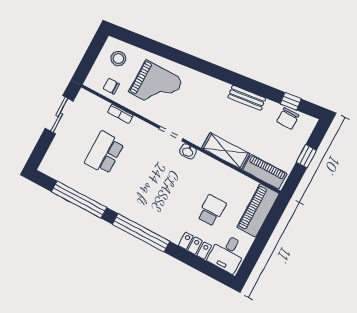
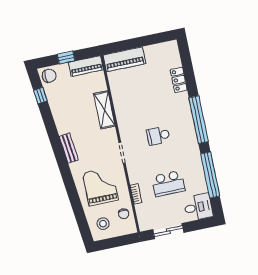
bench: (247, 98) -> (69, 148), moved
chair: (288, 119) -> (49, 76), moved
washbasin: (188, 151) -> (124, 133), removed
piano: (265, 172) -> (86, 66), moved, turned -90
school desk: (212, 210) -> (158, 136), moved
desk: (227, 253) -> (198, 207), moved

